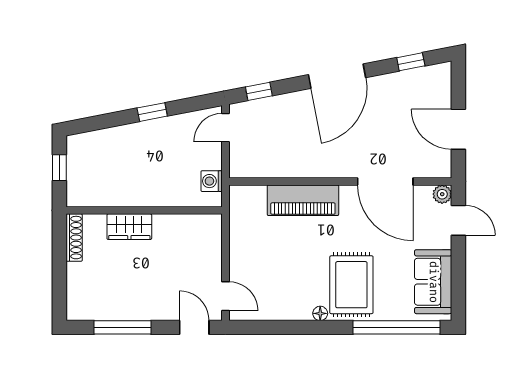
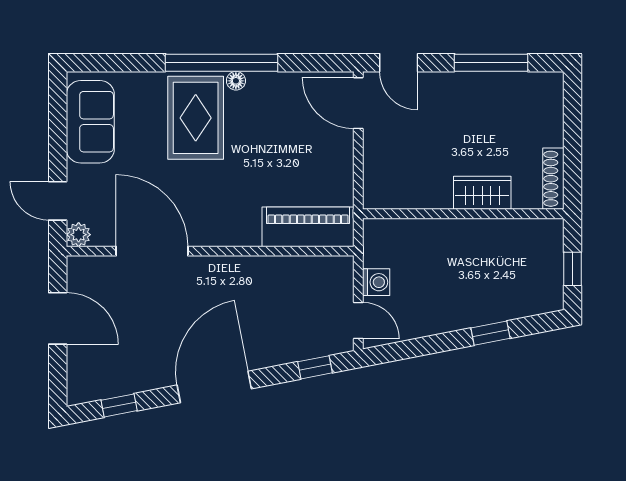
window: (152, 112) -> (490, 333), moved
door: (225, 128) -> (358, 321), hinge flipped
washing machine: (212, 181) -> (376, 282), moved
piano: (303, 200) -> (308, 227), moved
door: (225, 296) -> (358, 103), width x1.38
window: (397, 327) -> (221, 63), moved

